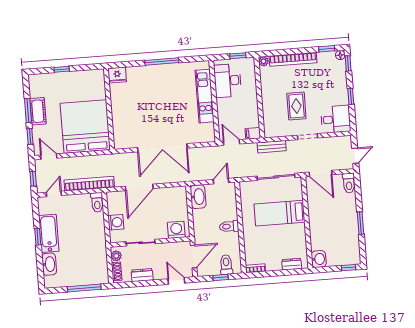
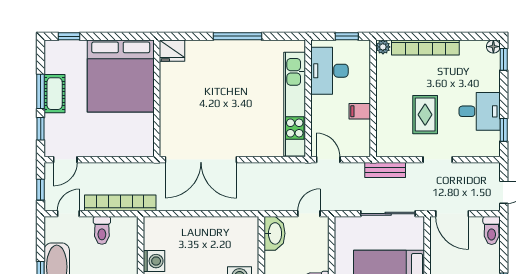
window: (327, 49) -> (475, 36), removed
window: (62, 69) -> (69, 36), moved
kitchen unit: (205, 96) -> (295, 104), width x1.36
window: (351, 96) -> (504, 130), moved
desk: (336, 119) -> (480, 111), moved
bed: (85, 127) -> (121, 76), moved, turned 180
filing cabinet: (253, 133) -> (360, 111), moved
double door: (162, 148) -> (201, 160), moved
door: (49, 157) -> (65, 160), swing flipped
door: (139, 187) -> (191, 214), removed
toilet: (97, 202) -> (102, 230), moved

